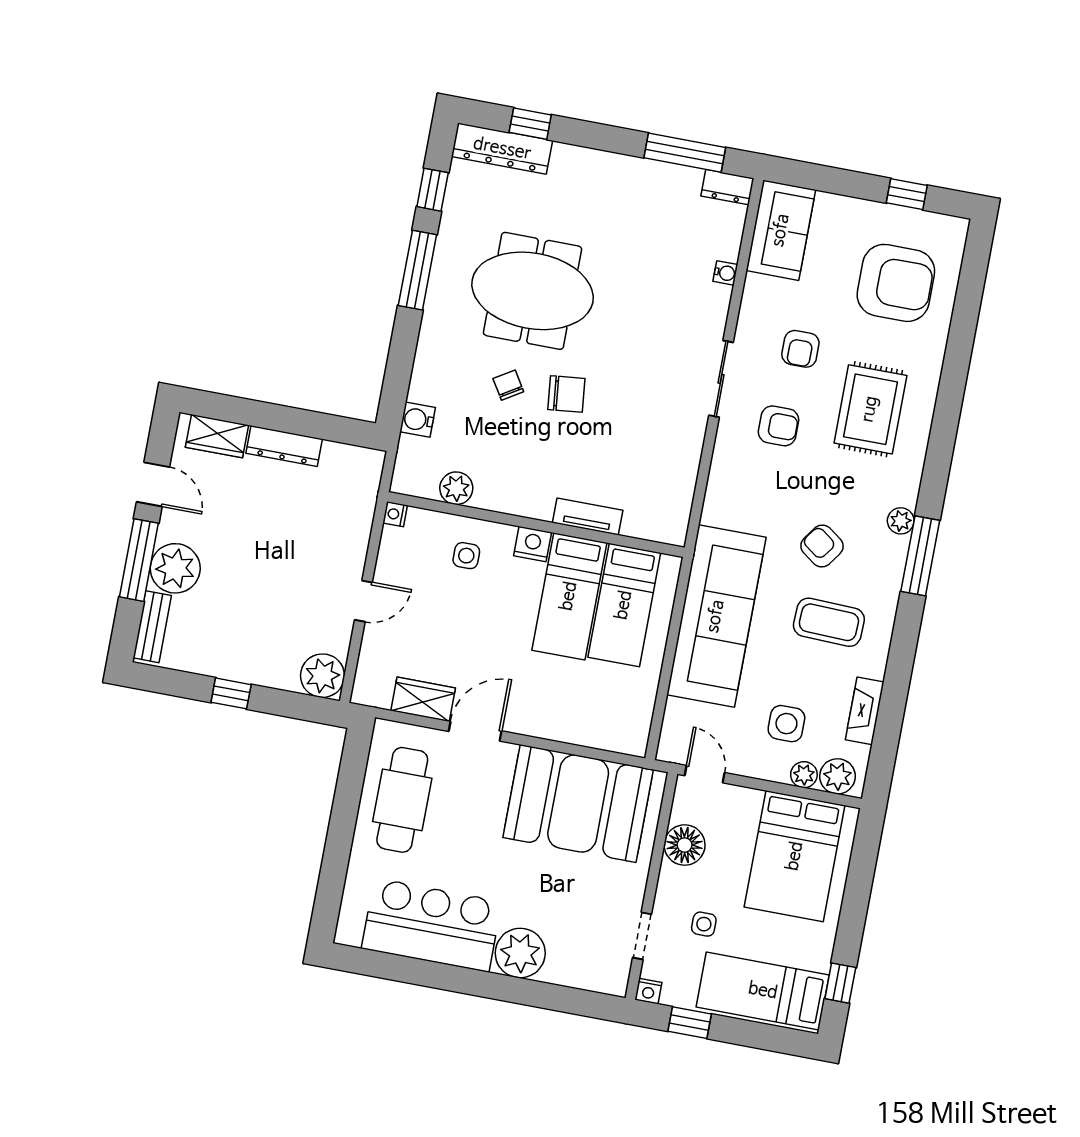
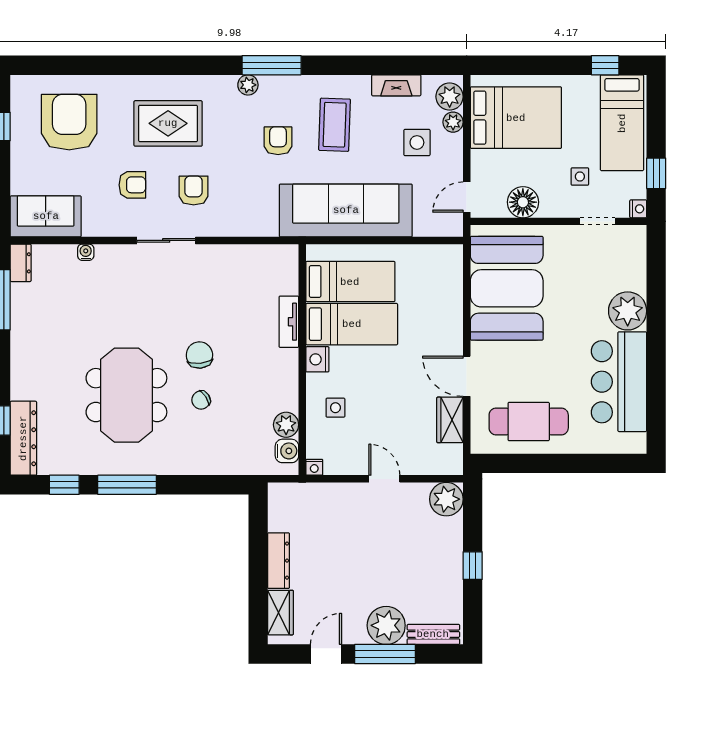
water cooler: (418, 420) -> (287, 451), moved, turned -90
armchair: (822, 546) -> (278, 141), turned 144

